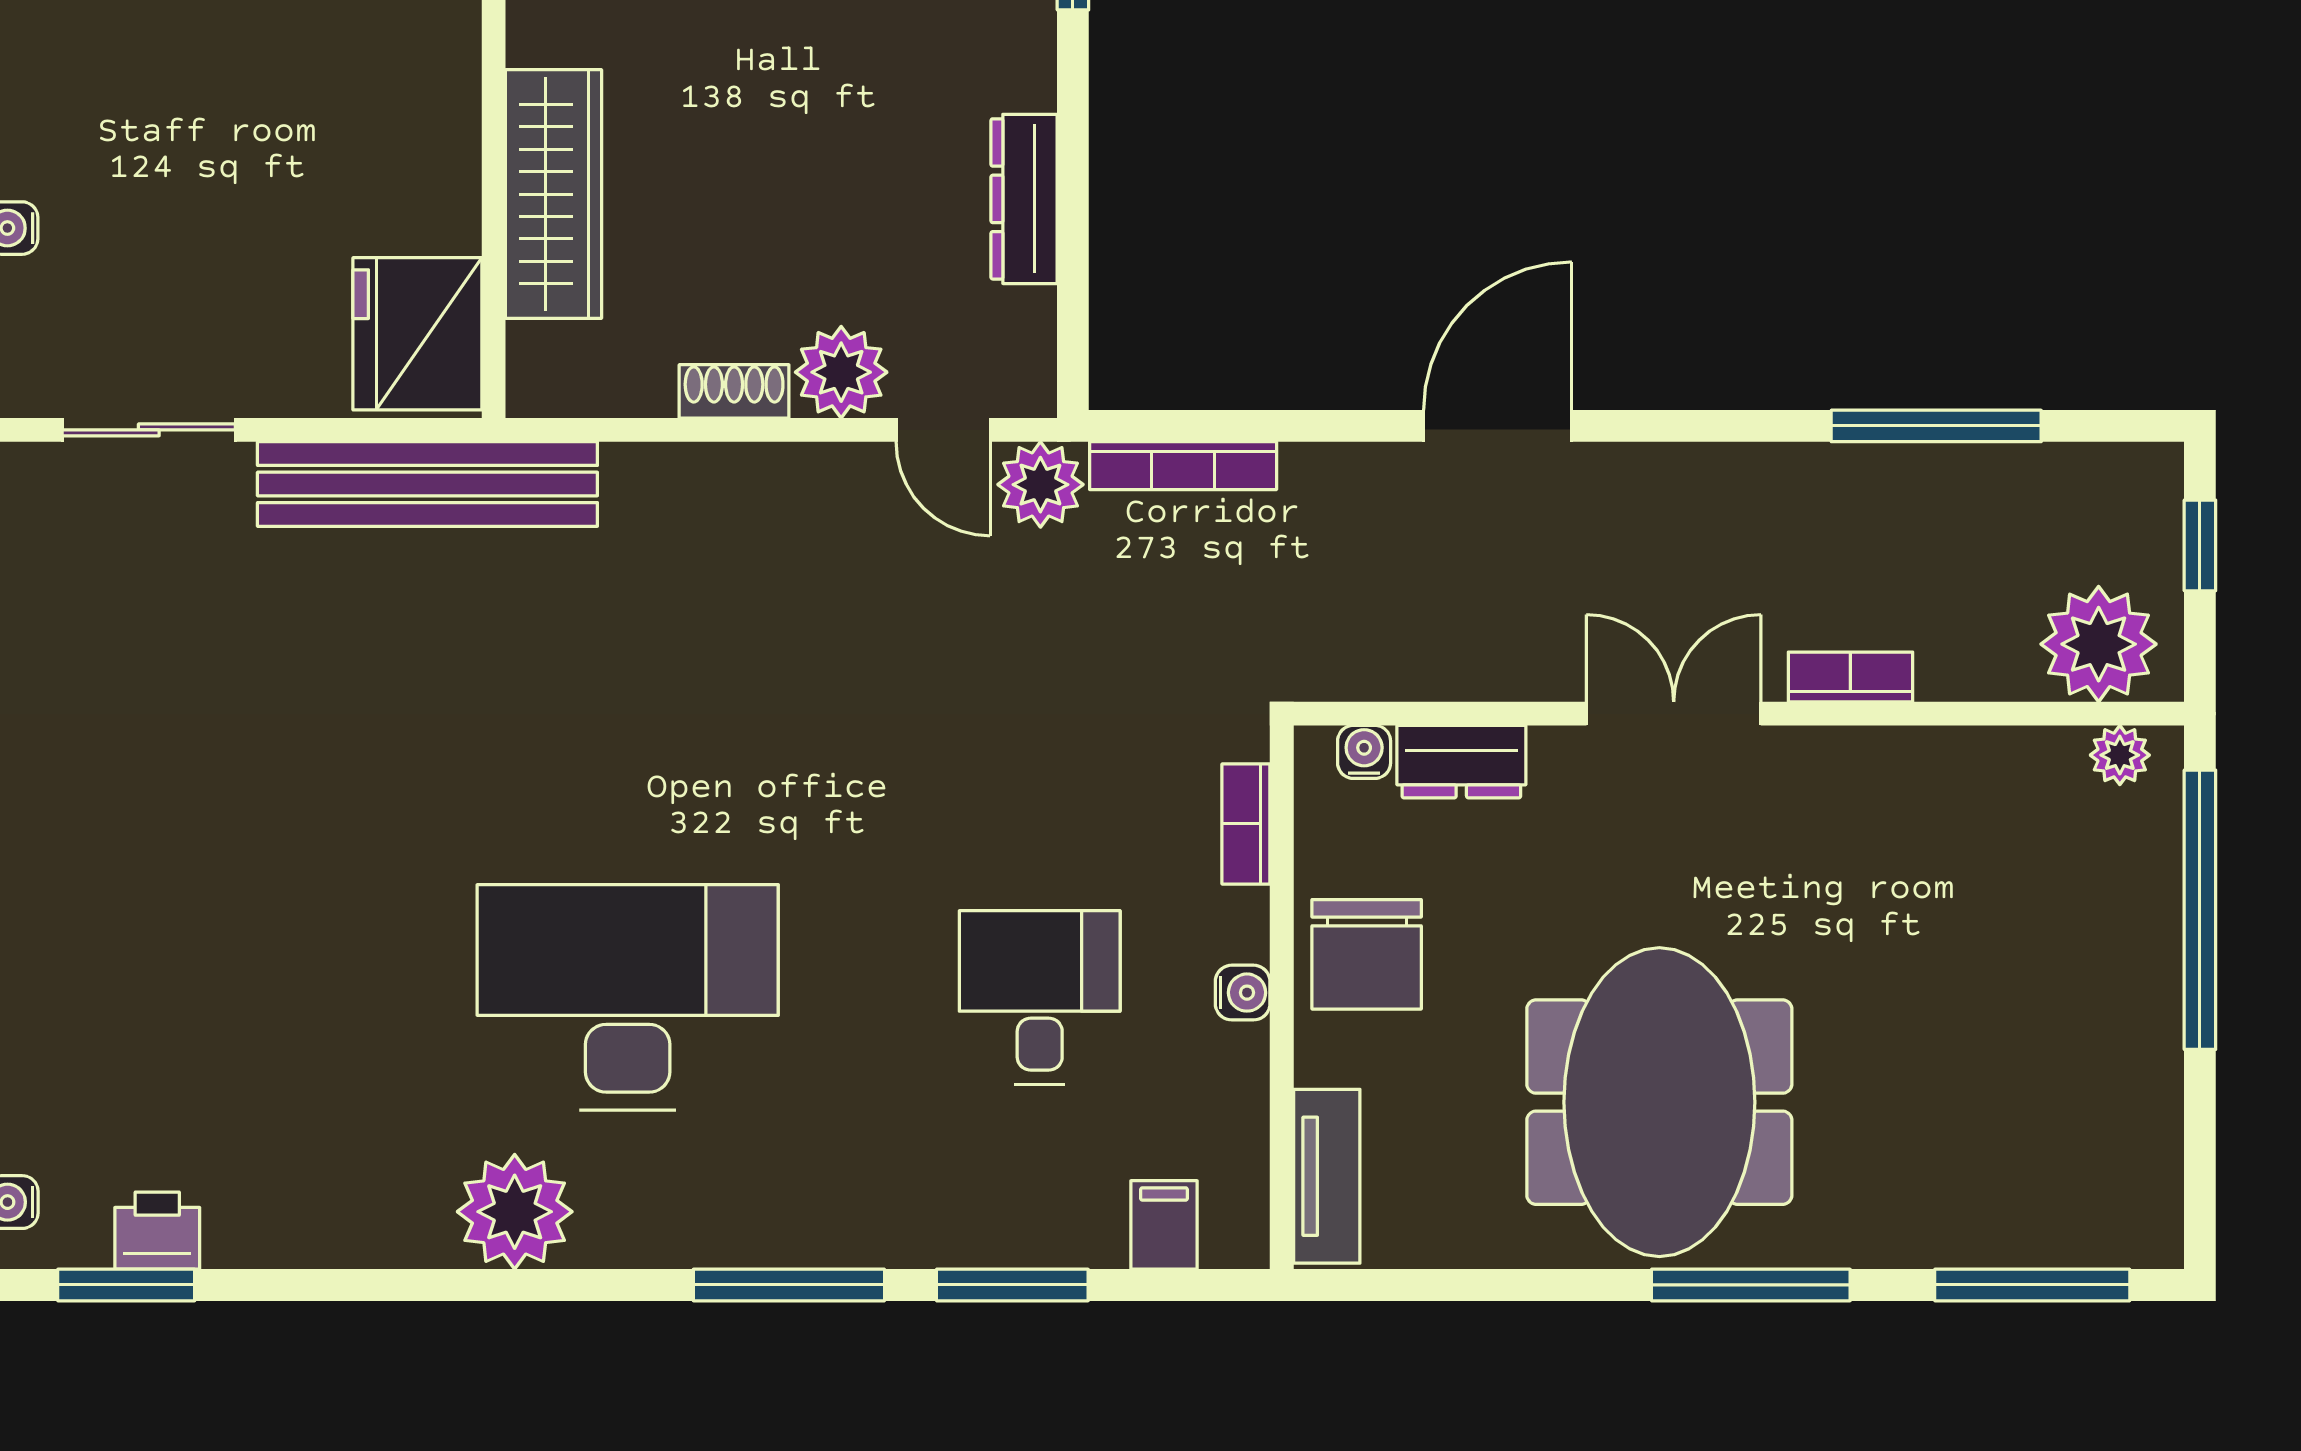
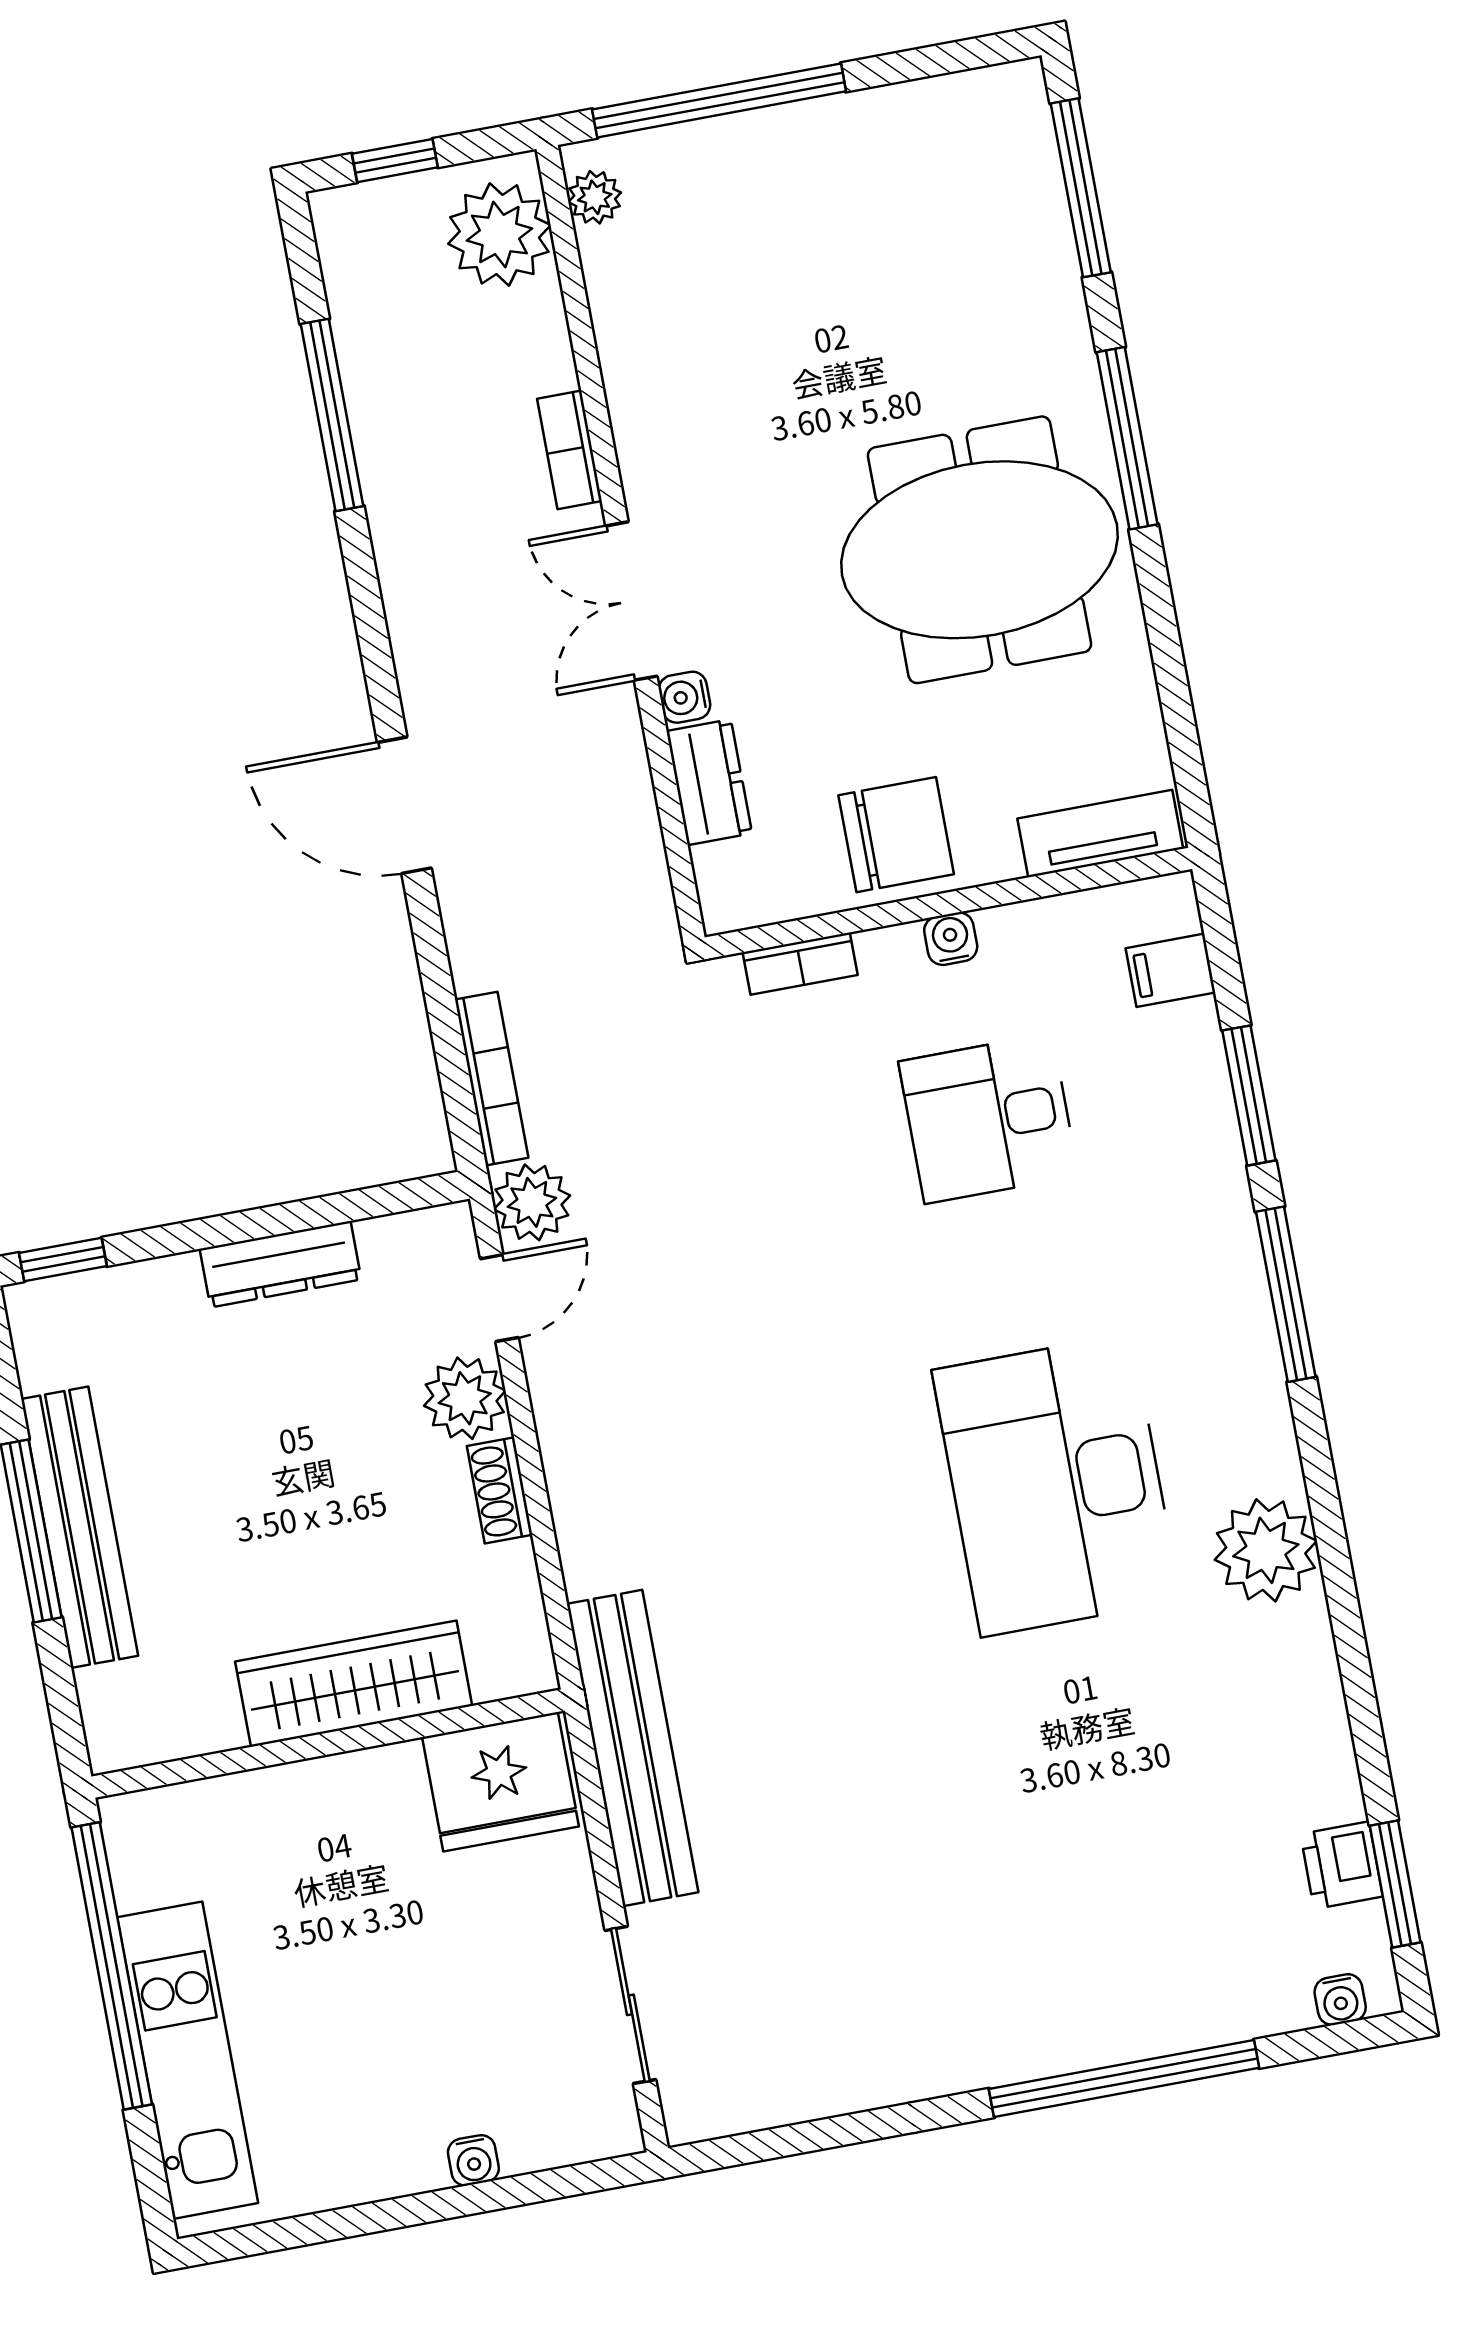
water cooler: (1364, 752) -> (684, 697), moved

